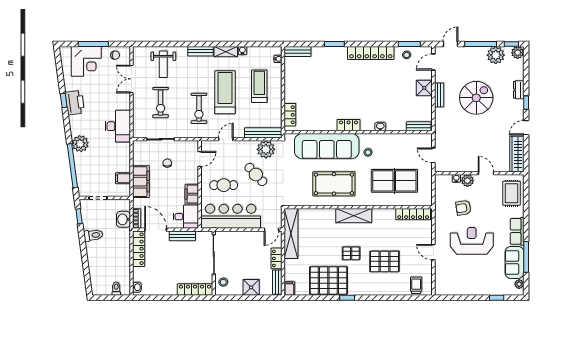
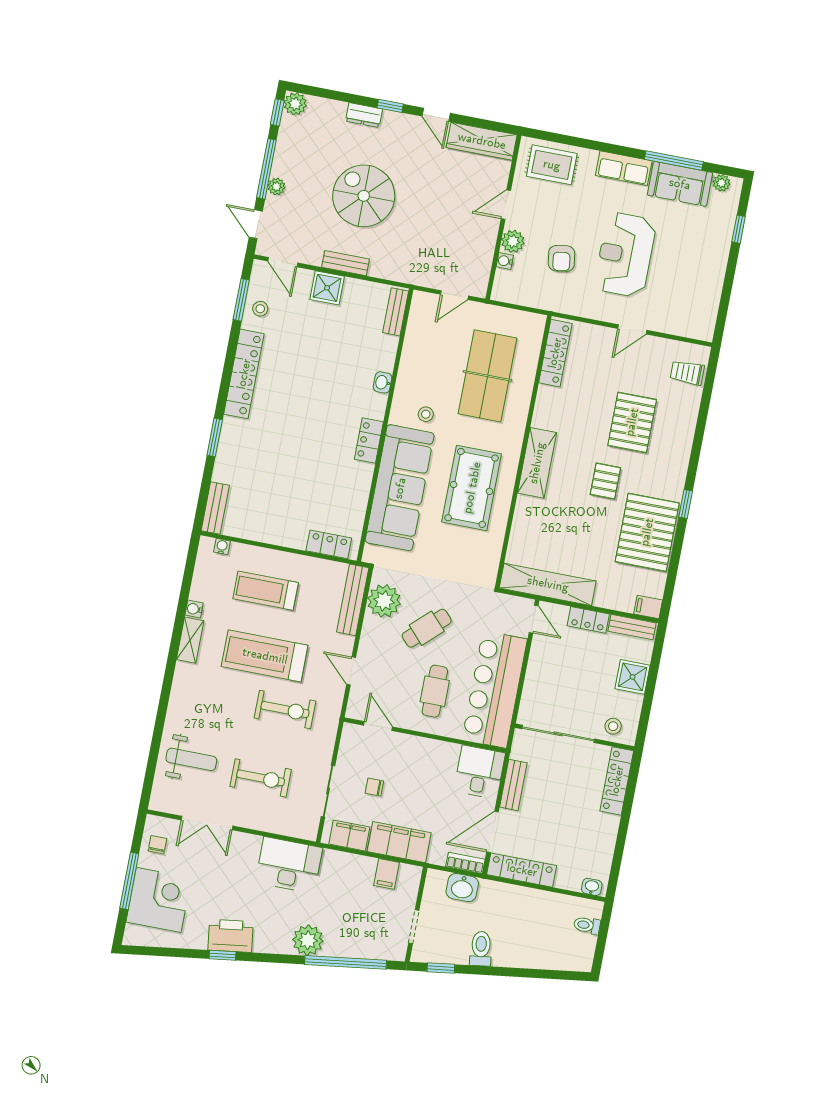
bench: (200, 51) -> (180, 686), removed
plant: (496, 55) -> (276, 187), moved, width x0.53, depth x0.53
filing cabinet: (192, 194) -> (349, 836), moved, turned 180

